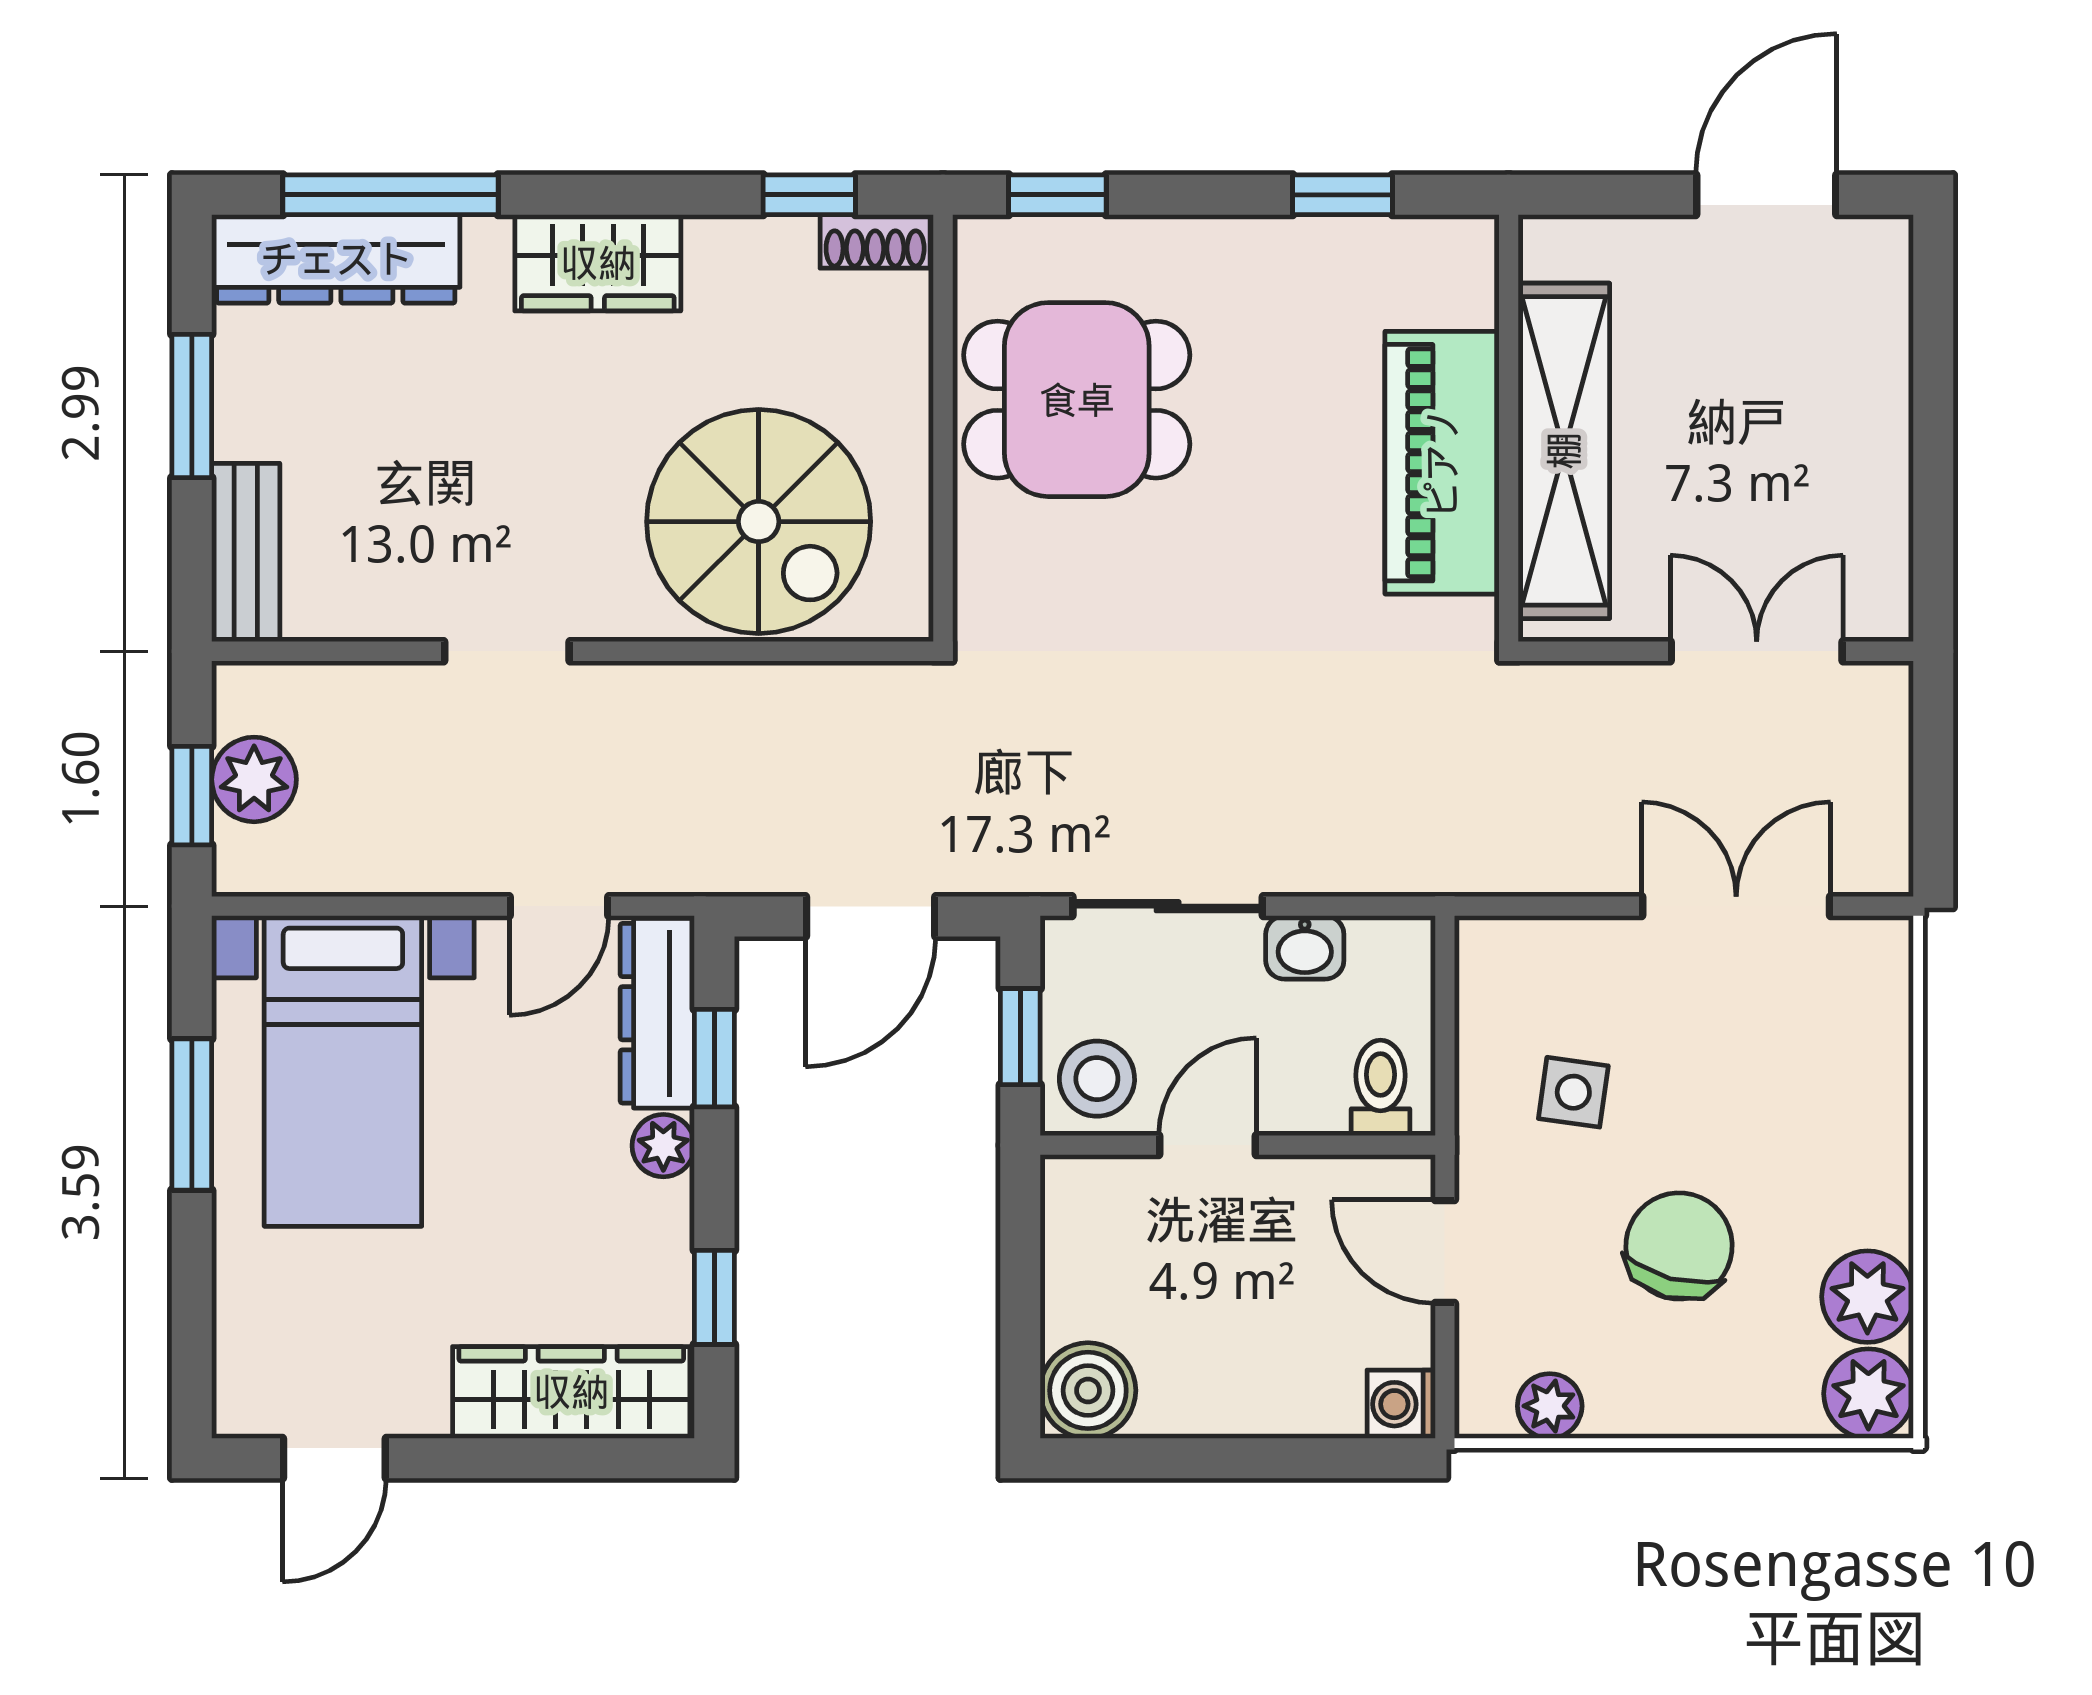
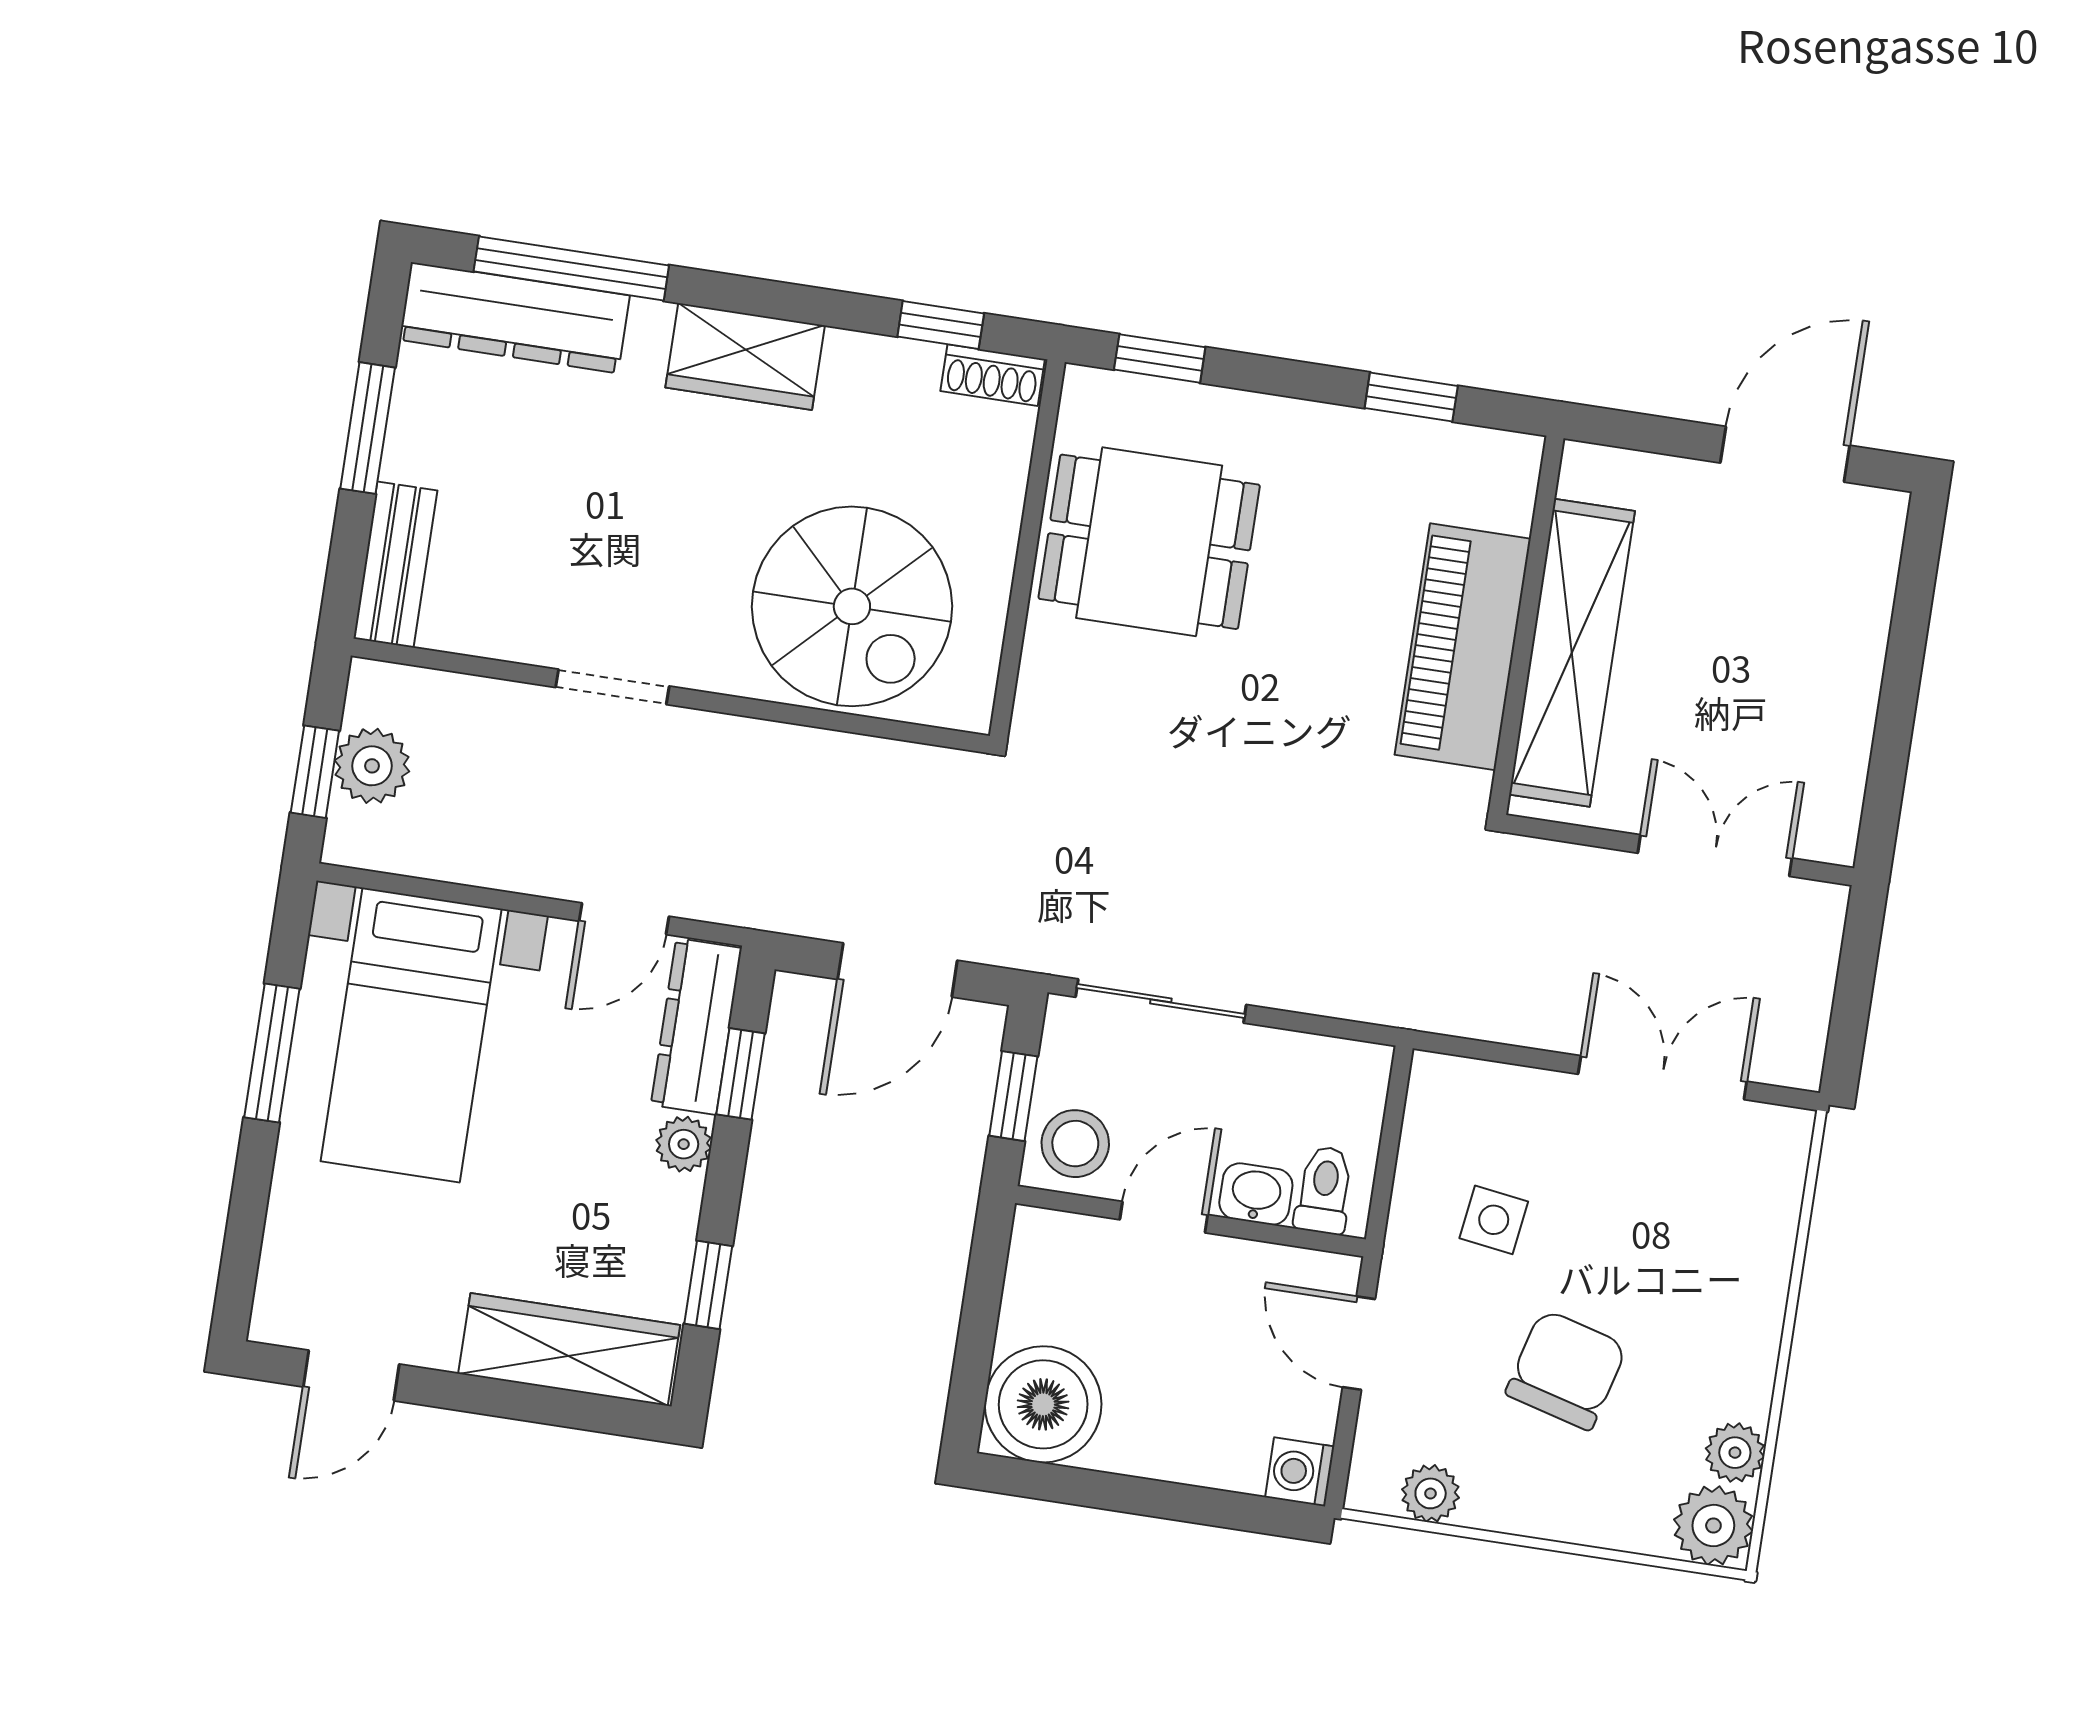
washbasin: (1305, 947) -> (1256, 1194), moved, turned 180
plant: (1867, 1297) -> (1735, 1453), width x0.73, depth x0.73
boiler: (1088, 1390) -> (1043, 1404), width x1.37, depth x1.37

